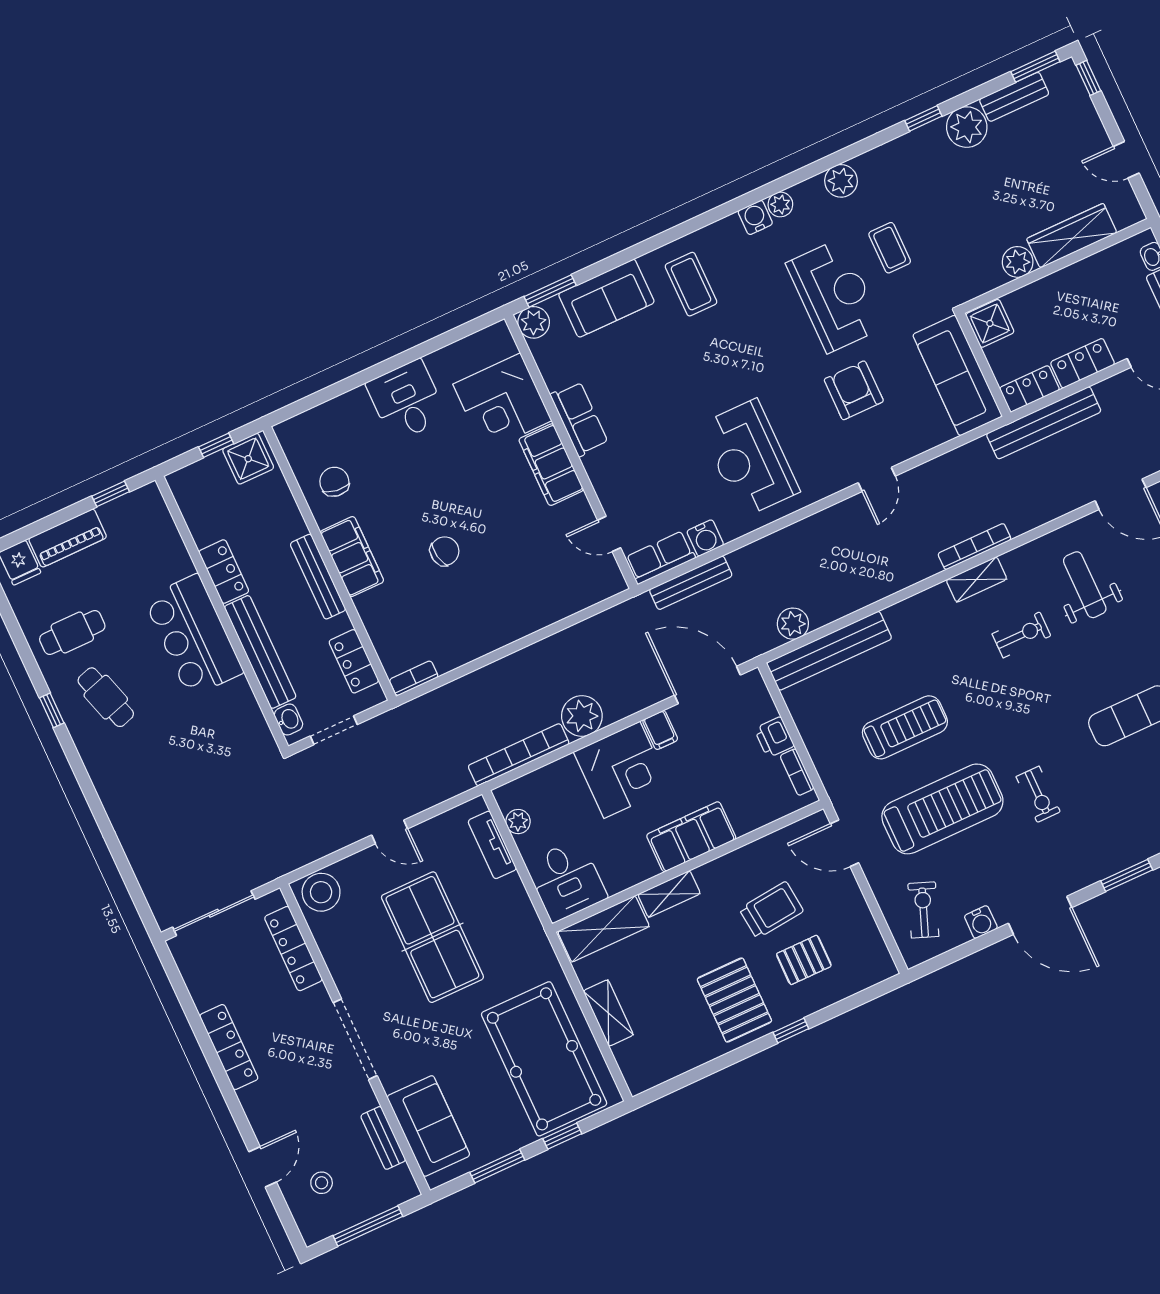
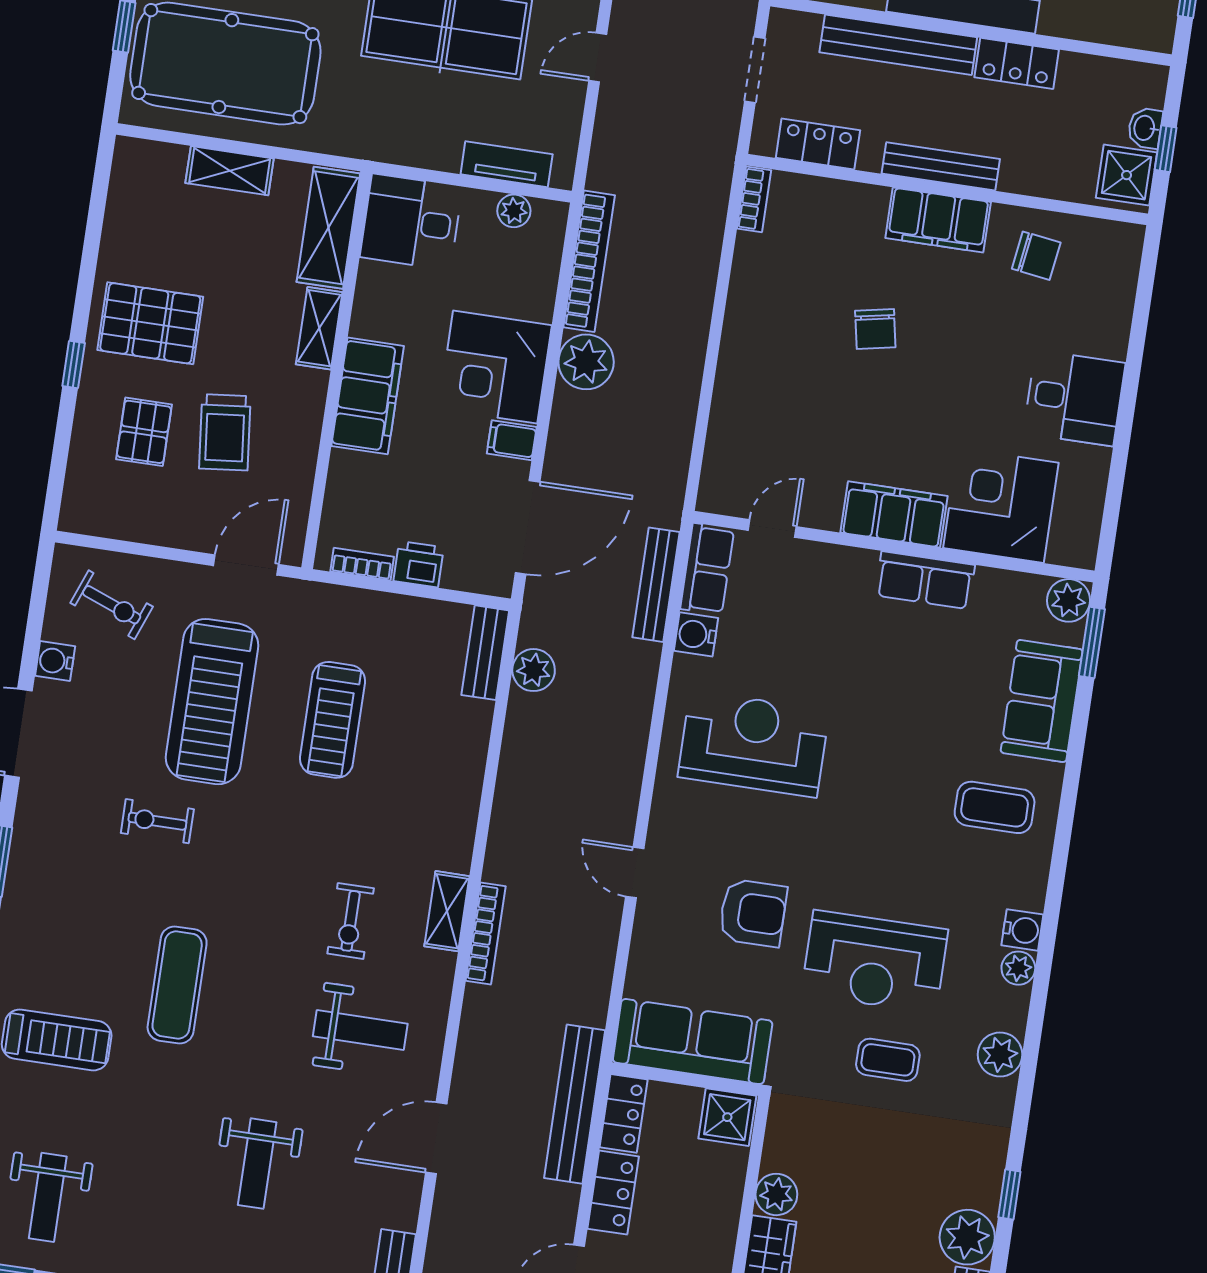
bench: (829, 651) -> (485, 653), width x0.54, depth x0.82
washbasin: (288, 720) -> (1145, 128), moved, turned 90

